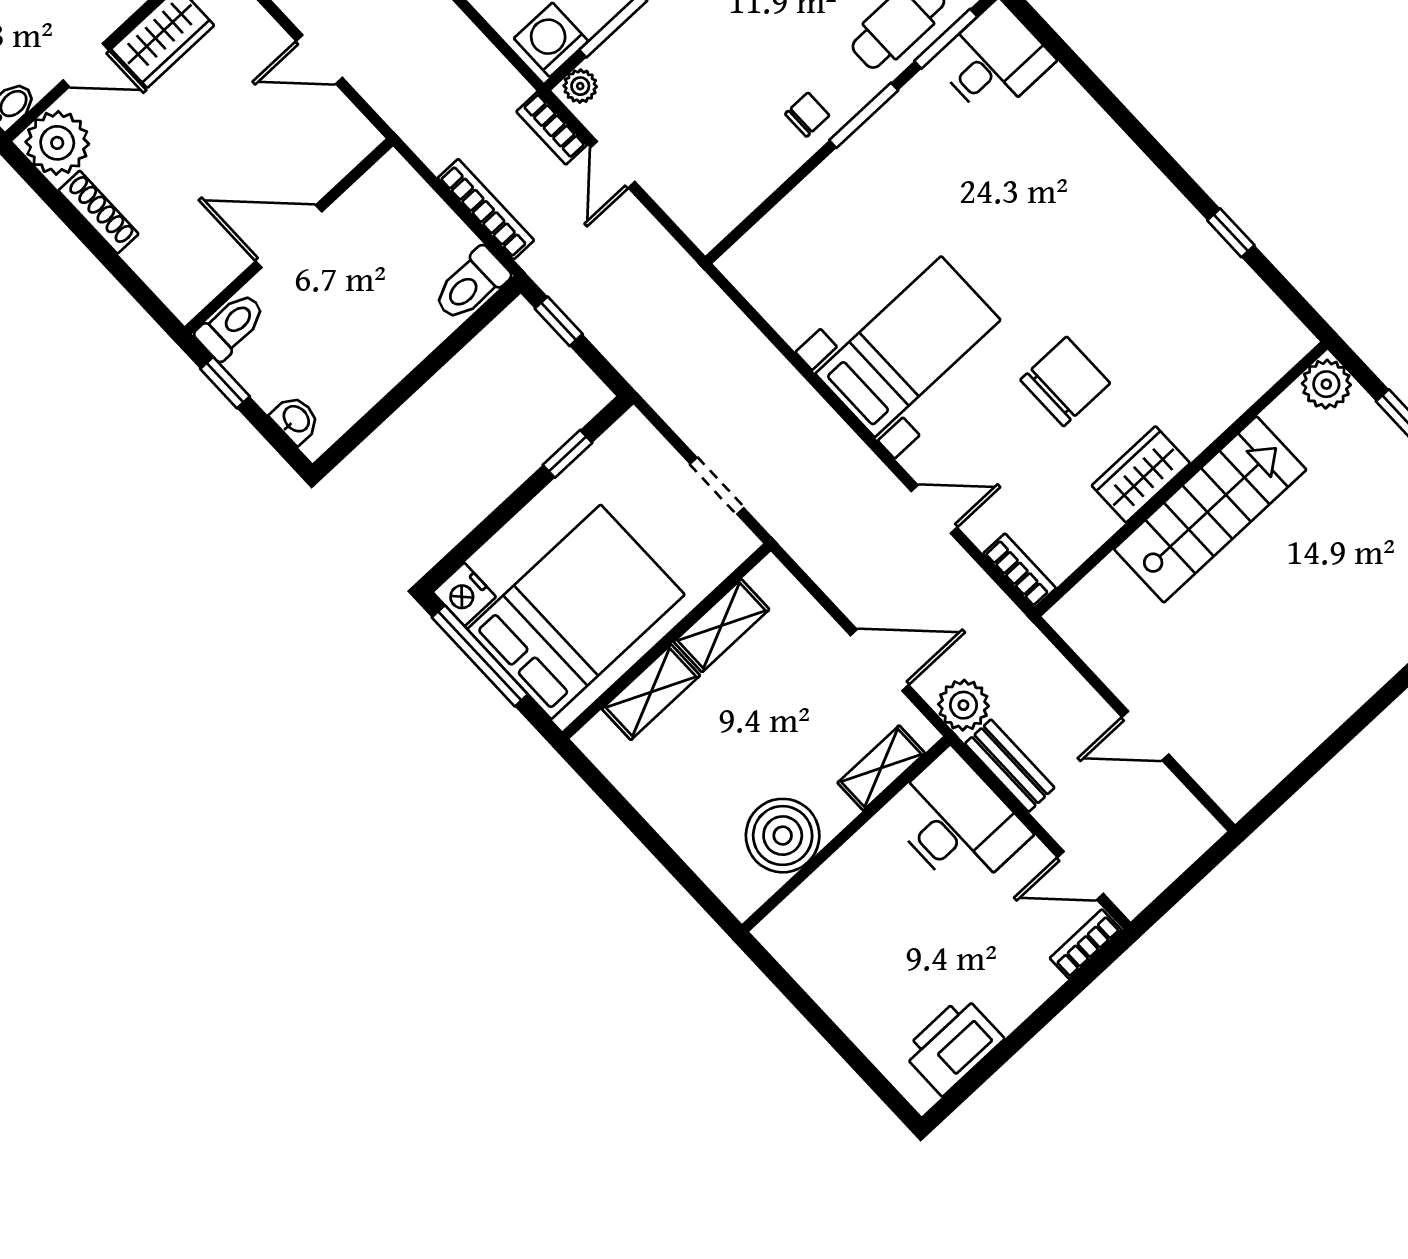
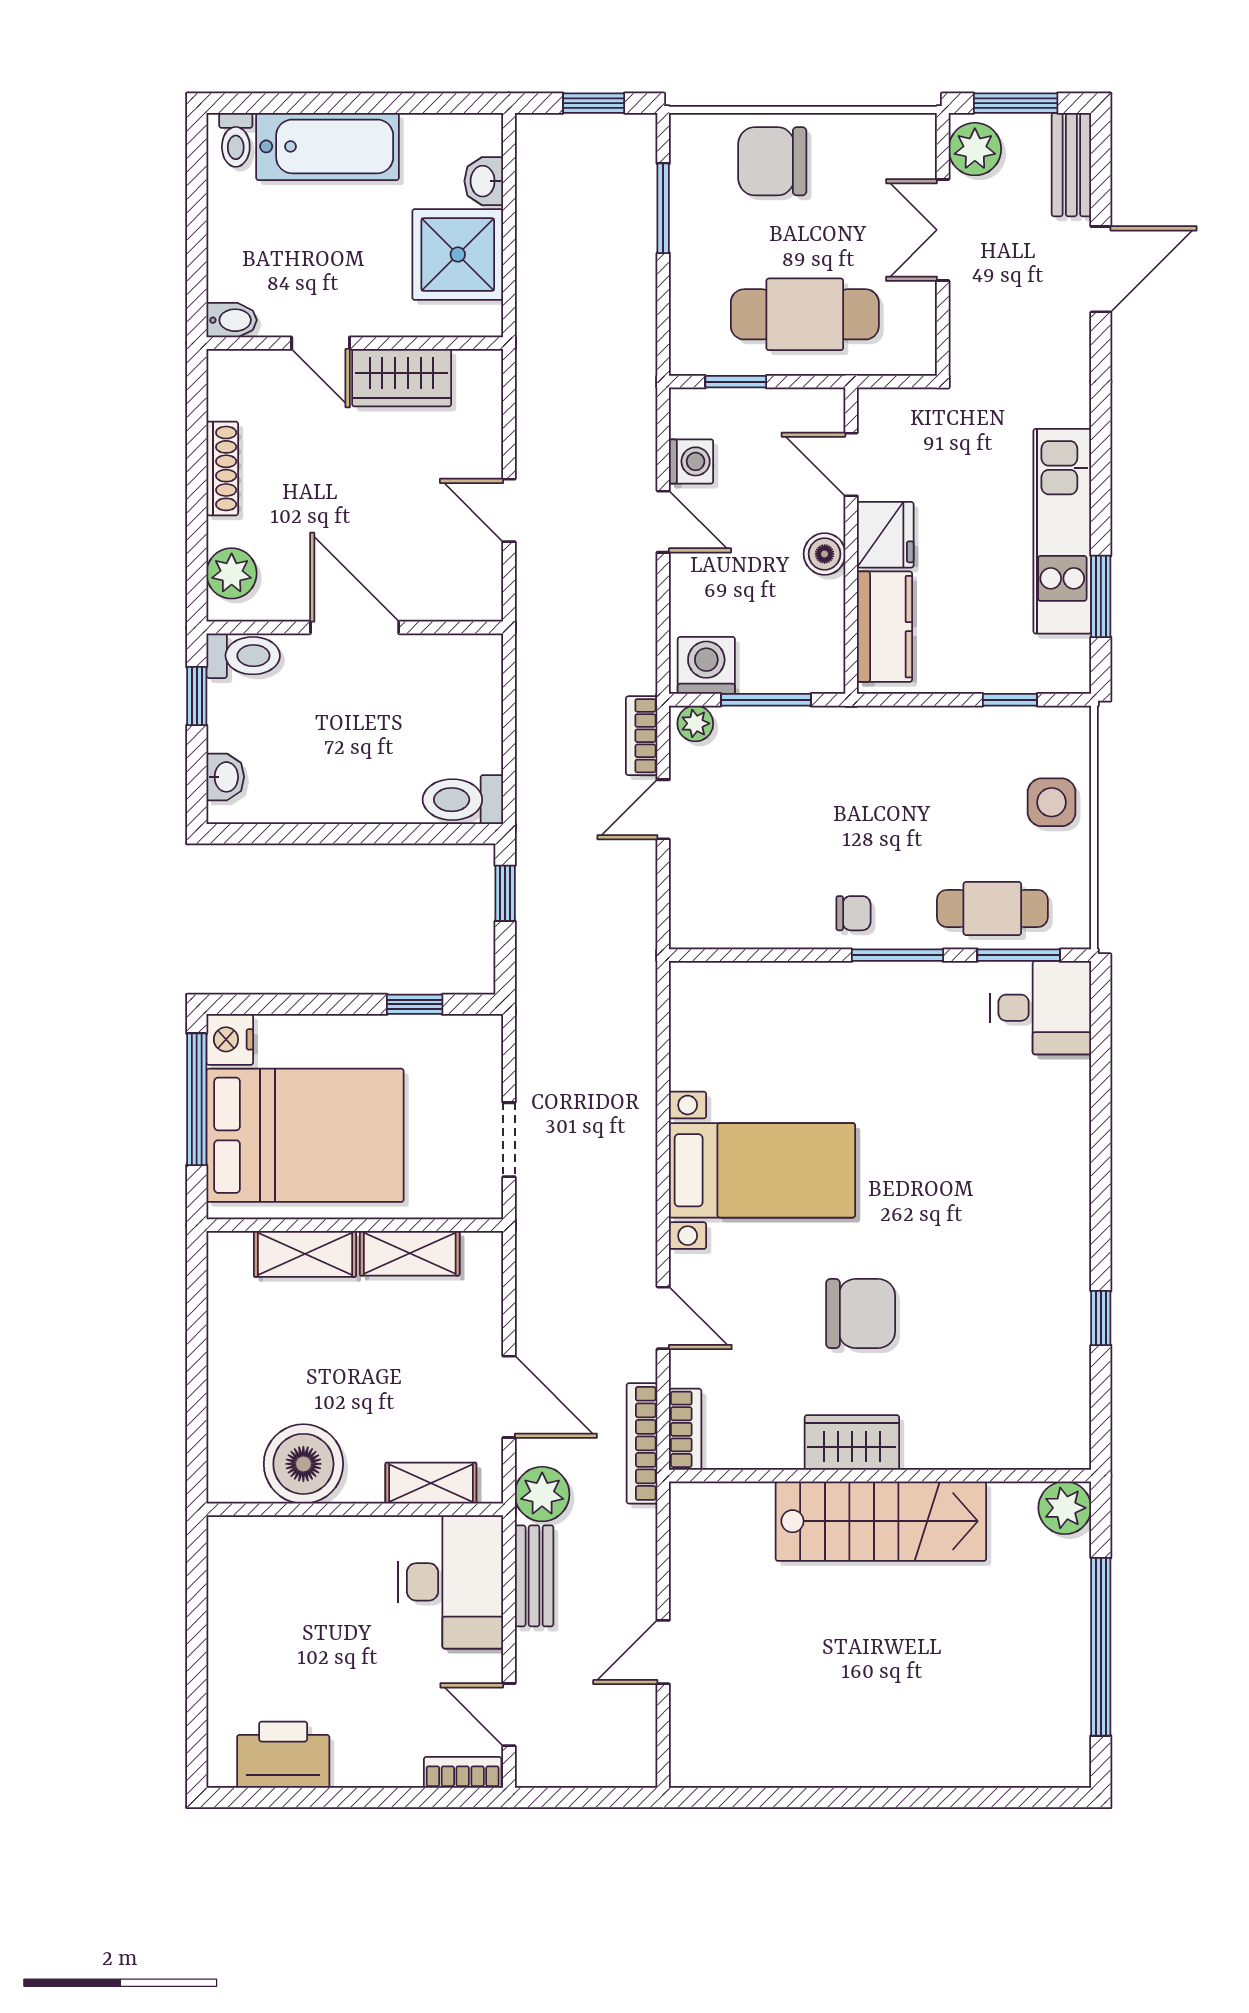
plant: (57, 143) -> (232, 573), moved, width x0.73, depth x0.73
bookcase: (486, 209) -> (642, 1443), moved, turned 180
door: (1145, 736) -> (663, 1652), hinge flipped

